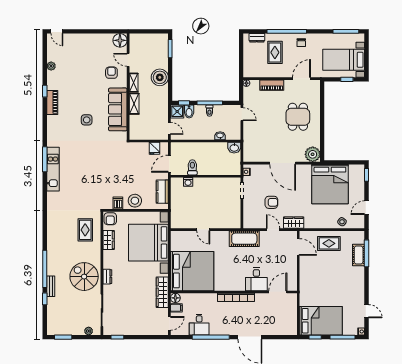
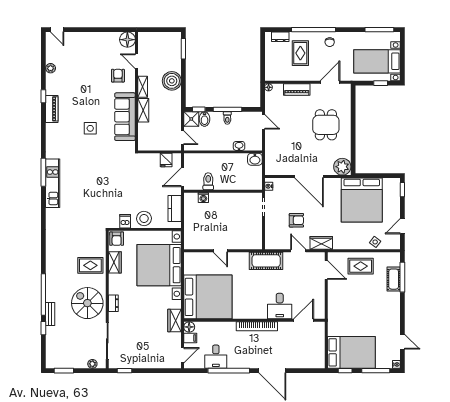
rug: (85, 230) -> (90, 265), moved, turned 90
wardrobe: (162, 292) -> (175, 321), width x0.67

